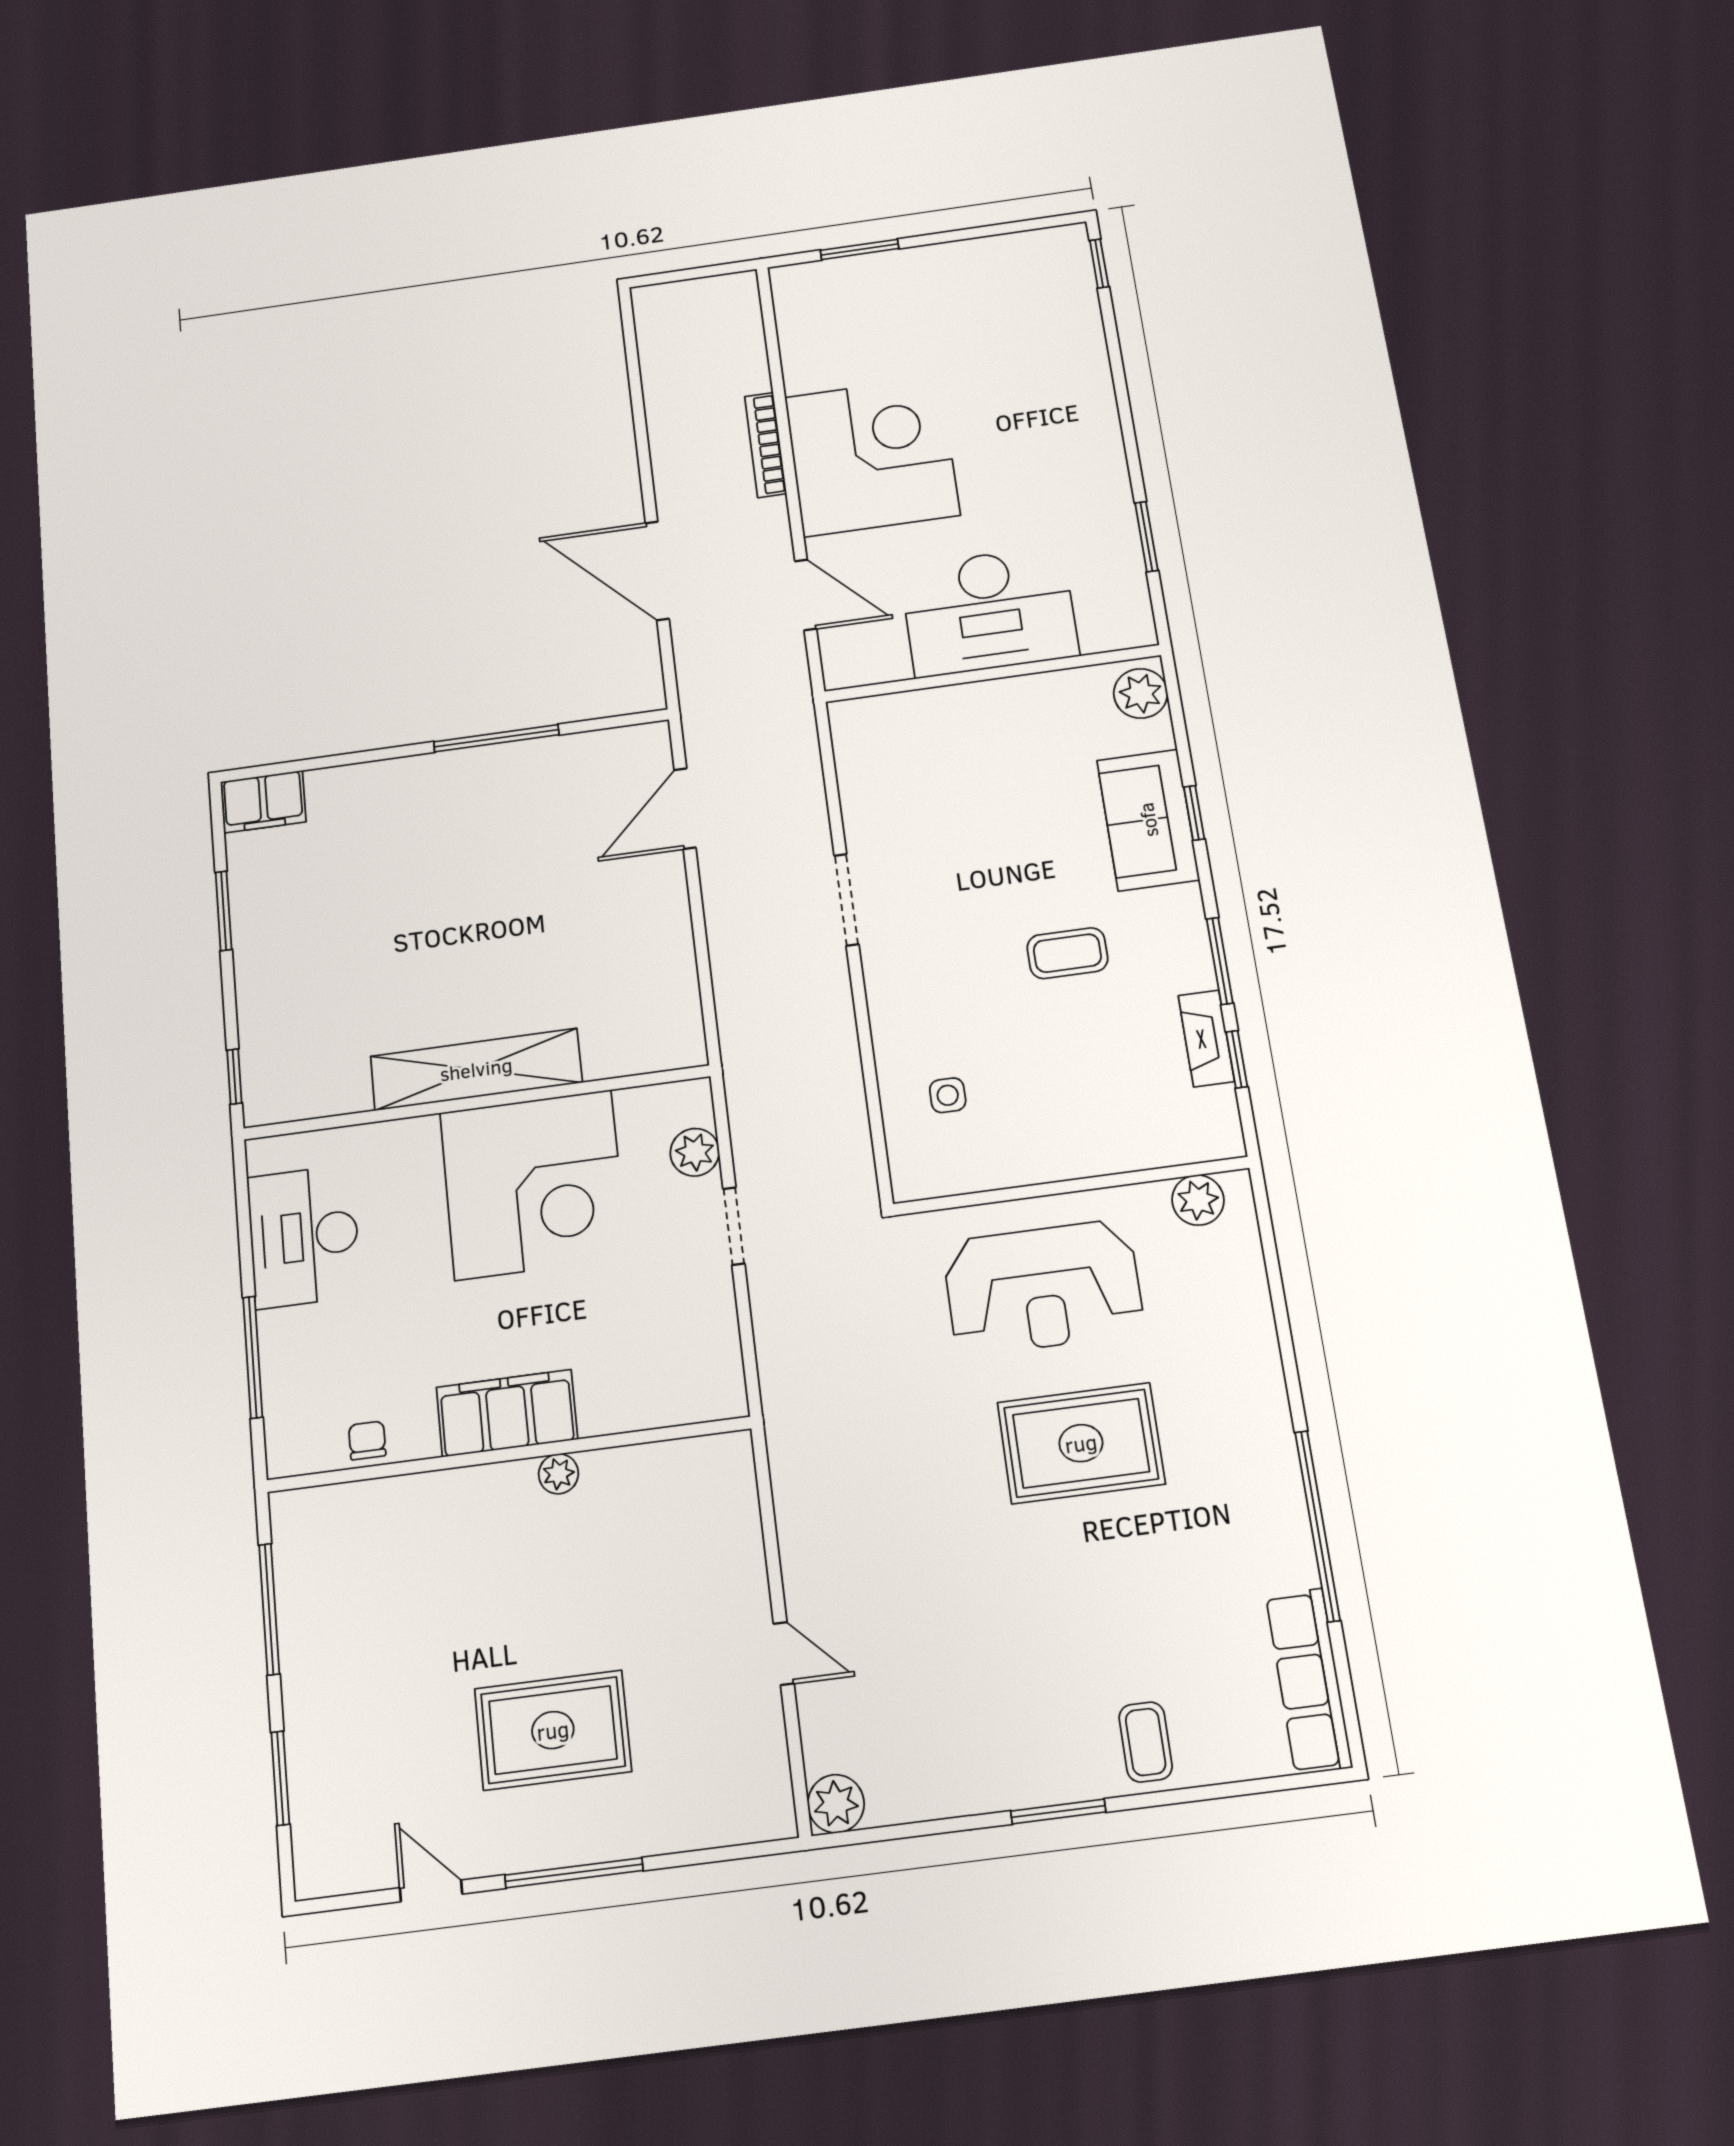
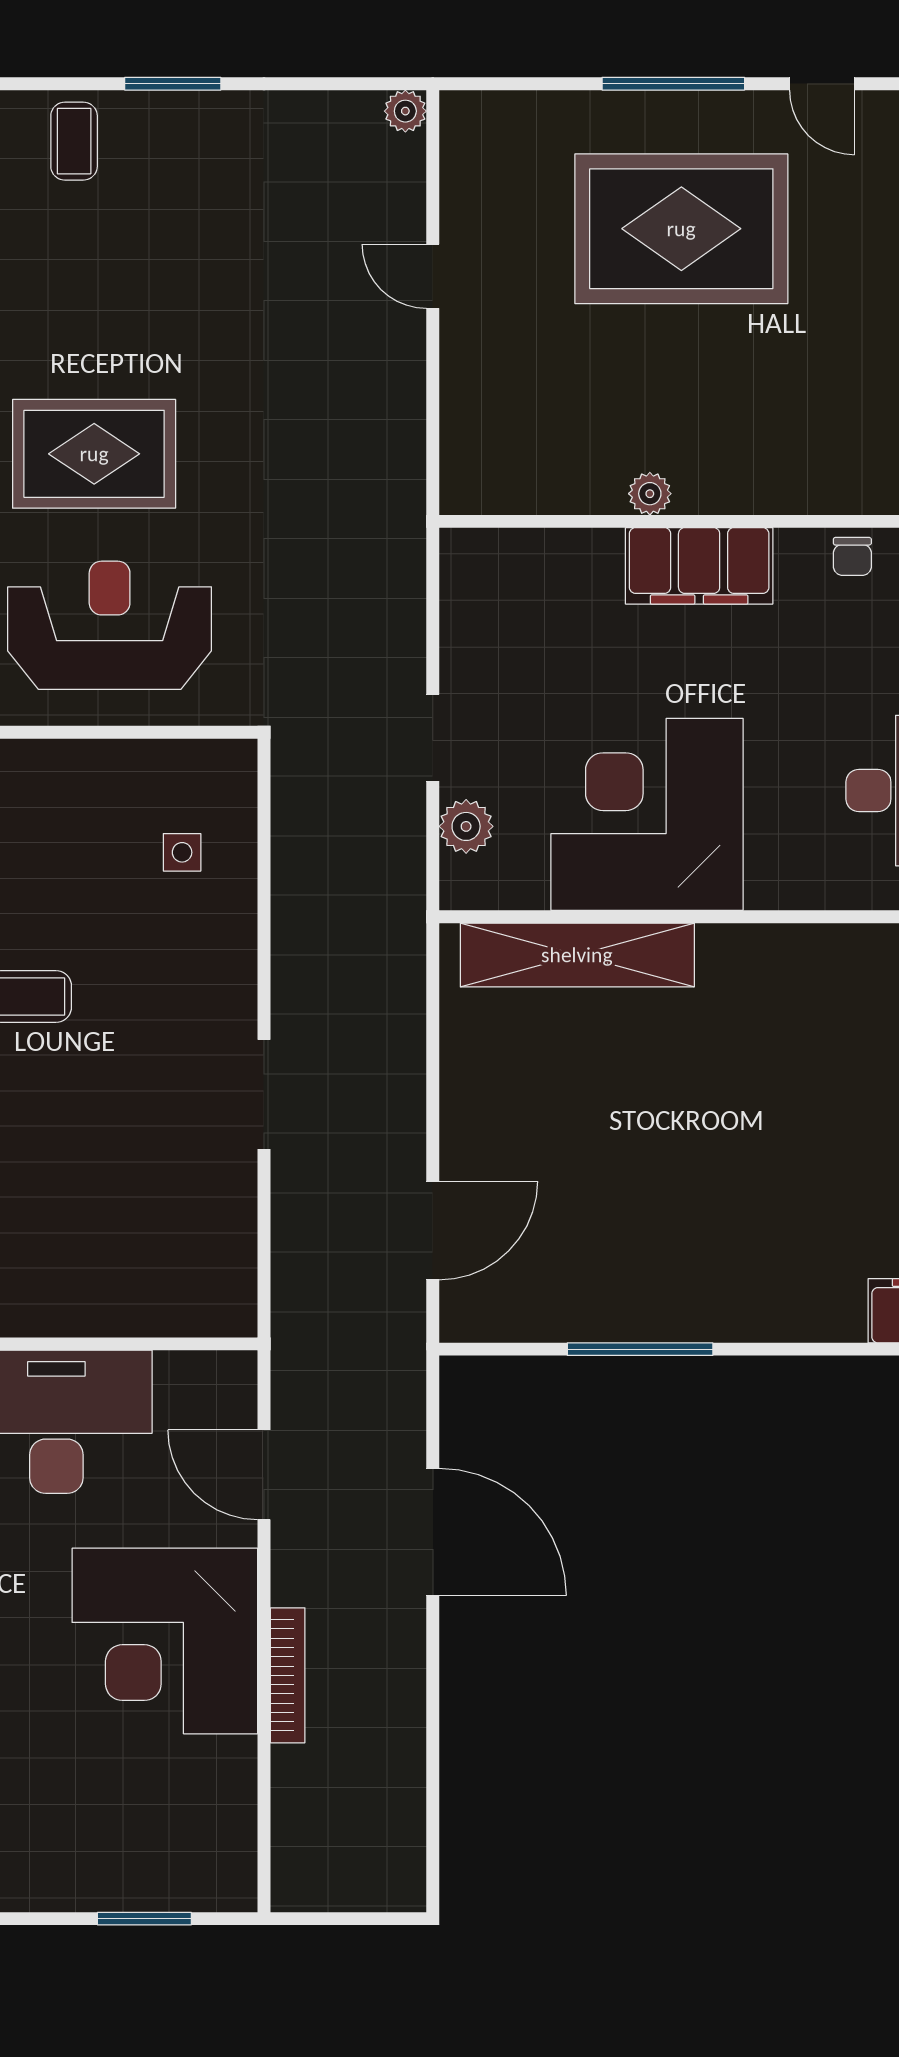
shelving: (476, 1069) -> (577, 955), moved
rug: (553, 1730) -> (681, 229), width x1.37, depth x1.44
plant: (836, 1804) -> (405, 111), width x0.73, depth x0.73

